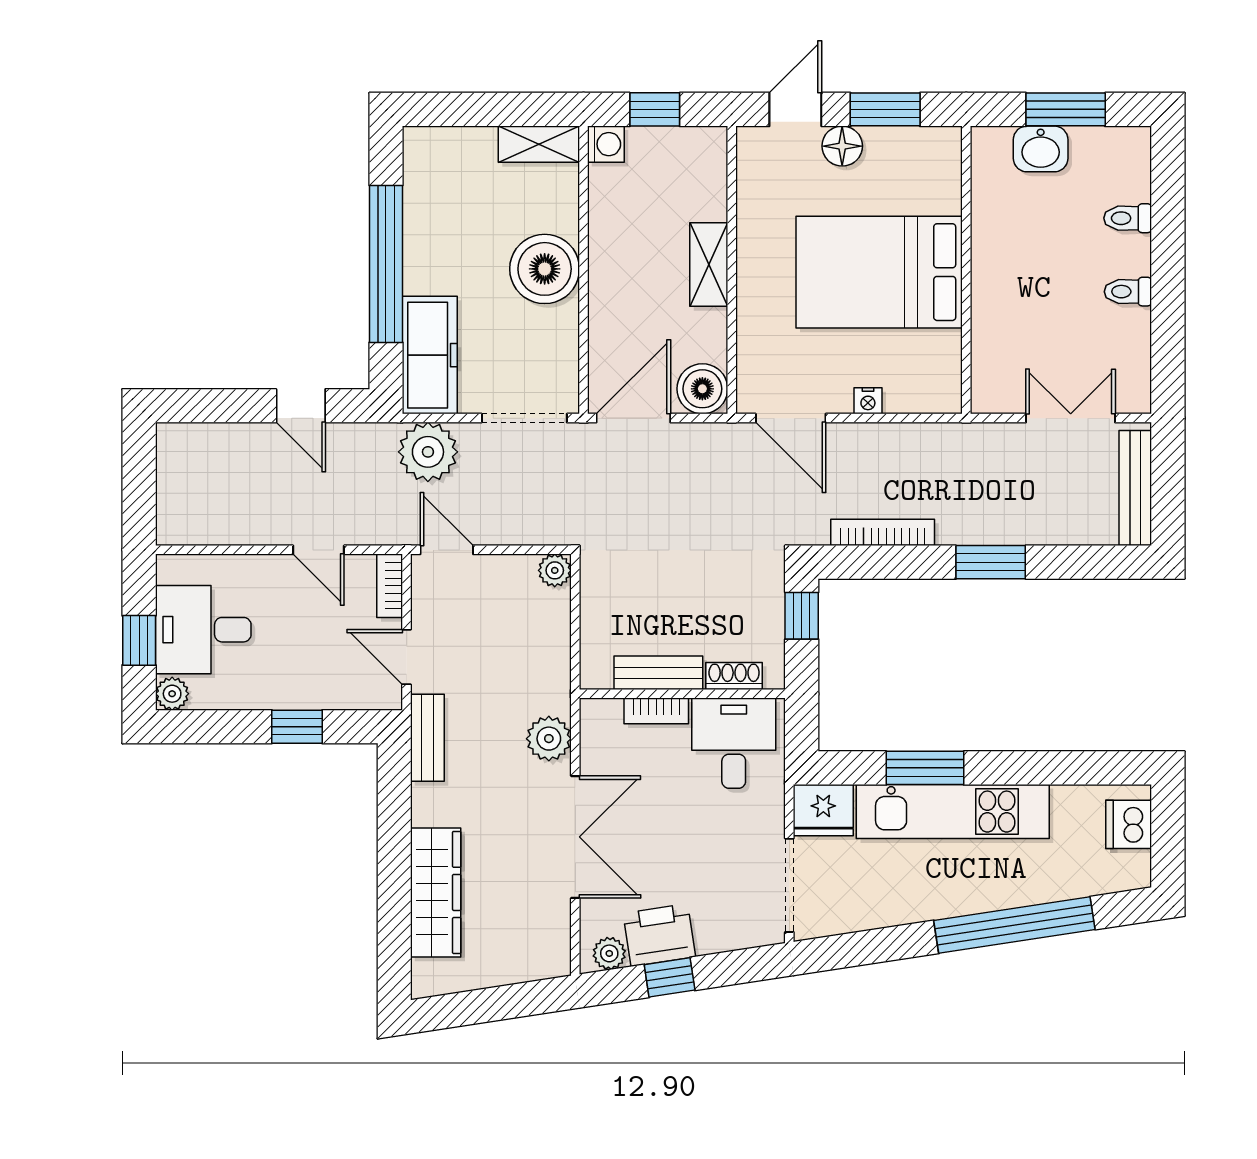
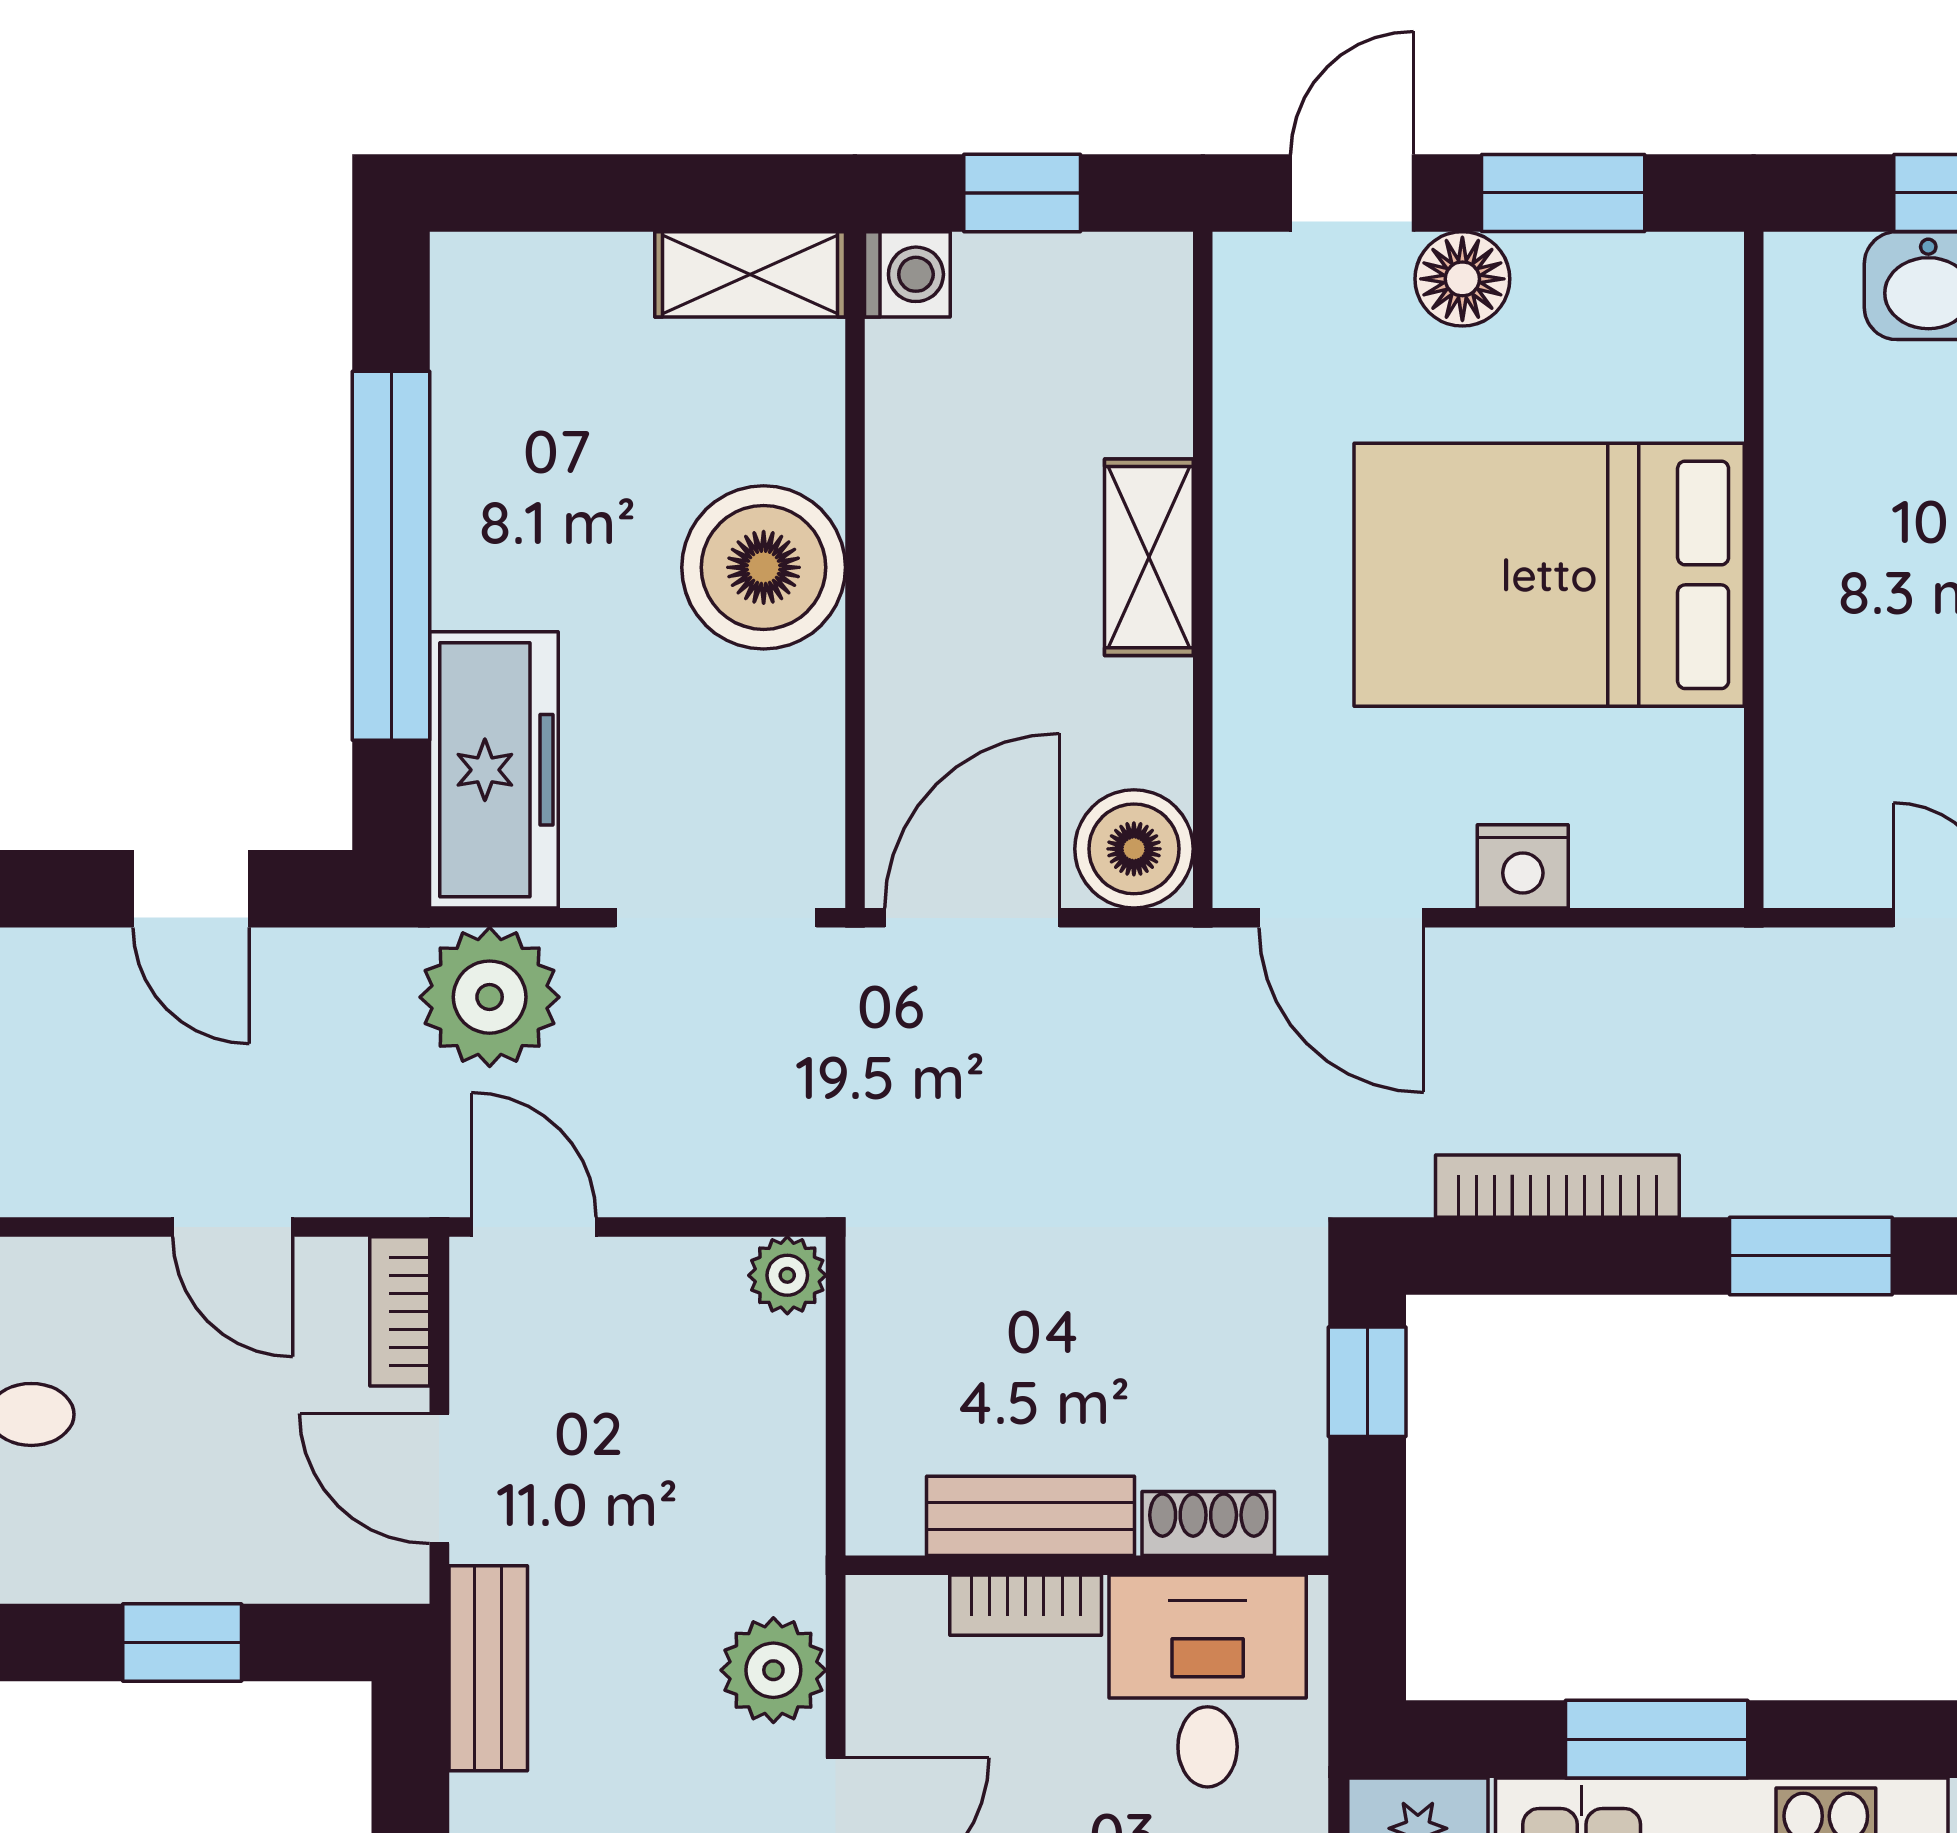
nightstand: (868, 401) -> (1523, 866), width x1.39, depth x1.35

